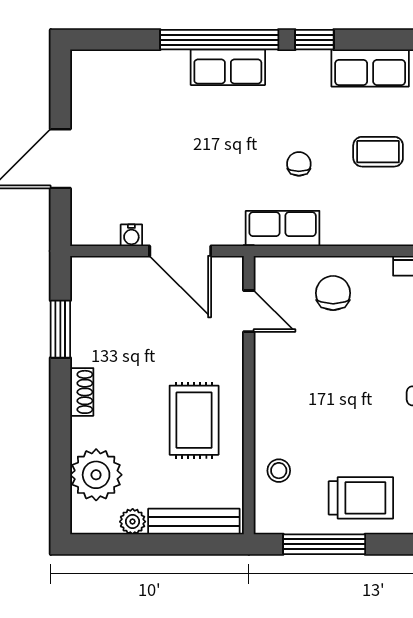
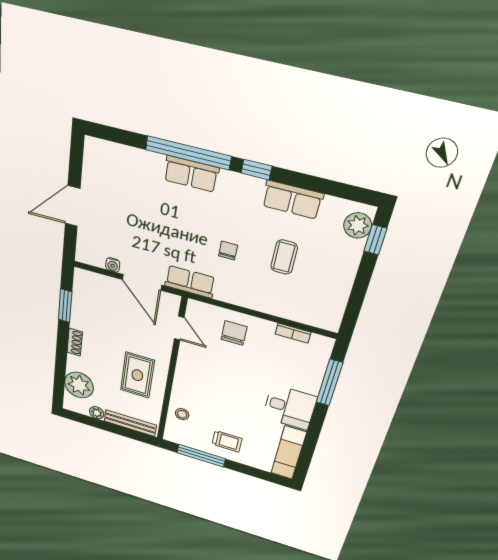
coffee table: (378, 152) -> (284, 257), turned 90
row of seats: (283, 228) -> (190, 282), moved
trolley: (361, 498) -> (227, 441), width x0.73, depth x0.72

